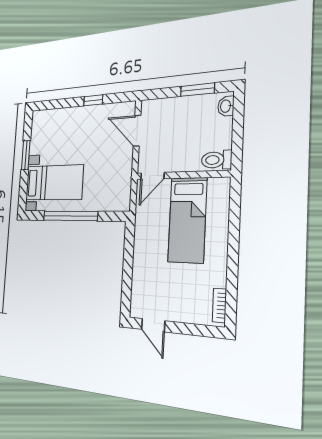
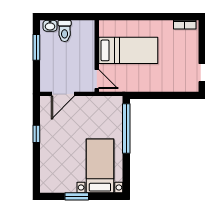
toilet: (217, 160) -> (65, 31), moved
window: (70, 216) -> (126, 128), moved

